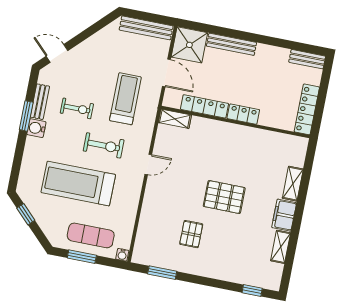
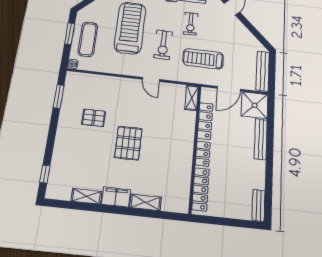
treadmill: (125, 99) -> (203, 59), turned 180
locker: (307, 109) -> (200, 189), moved, turned 90

